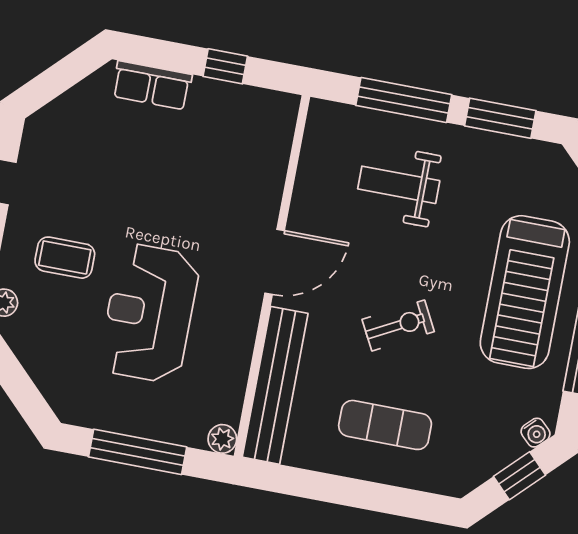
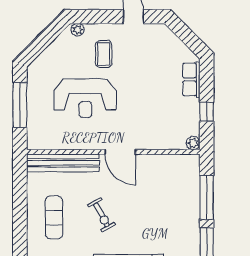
weight bench: (399, 185) -> (167, 203), removed
reception desk: (149, 313) -> (85, 98), turned 180
plant: (222, 439) -> (193, 143), moved

